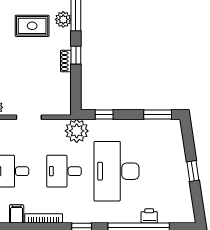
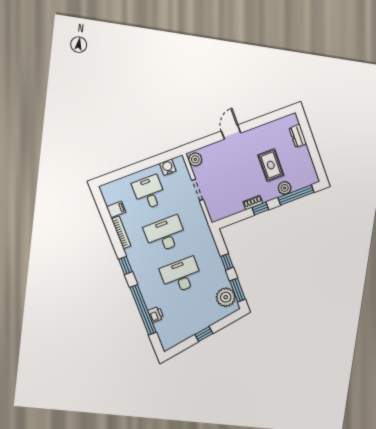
window: (104, 114) -> (227, 262), moved
plant: (77, 131) -> (226, 297), moved
desk: (64, 171) -> (165, 234), width x1.37
desk: (117, 171) -> (181, 275), width x0.73, depth x0.77

